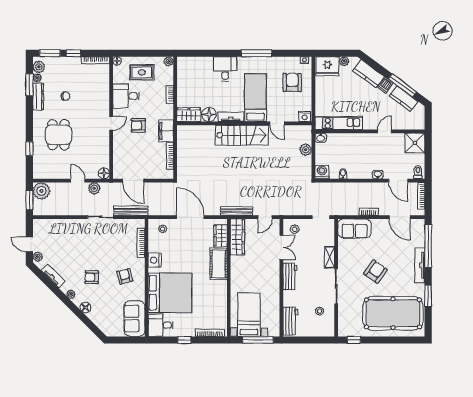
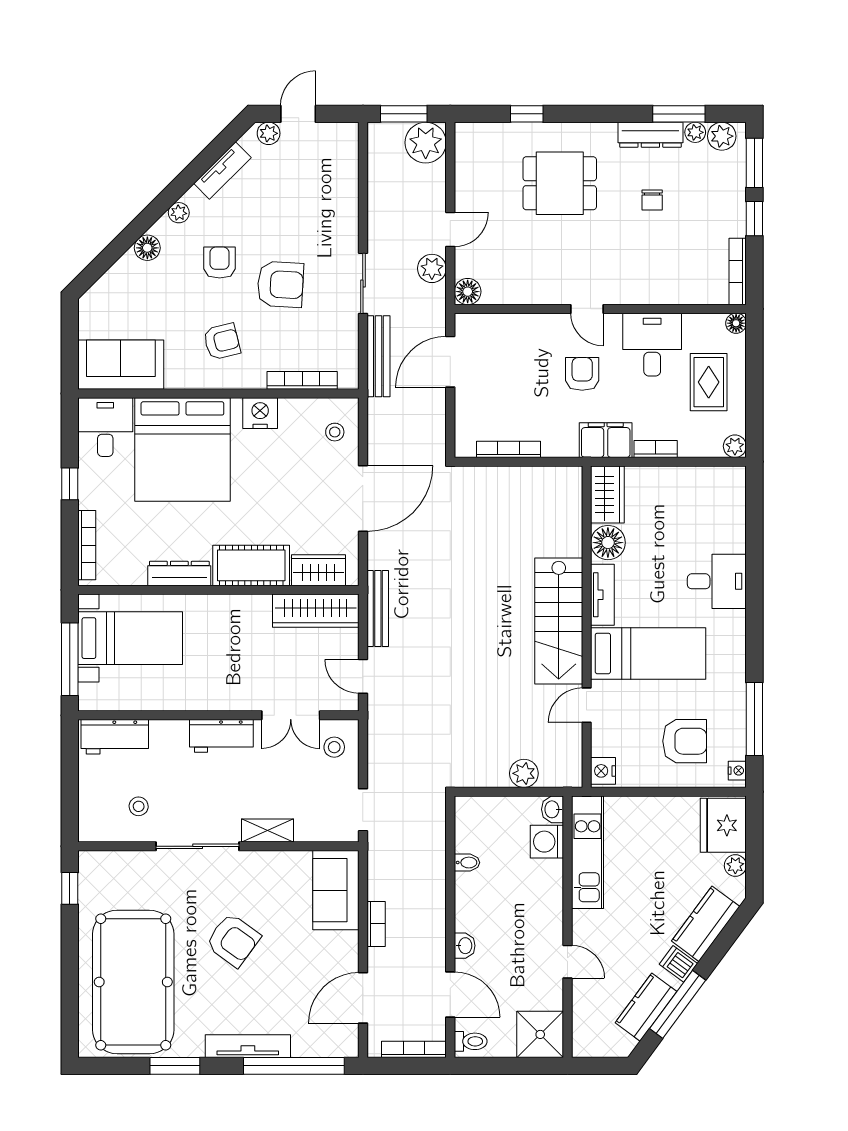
window: (257, 53) -> (754, 719), moved
filing cabinet: (166, 131) -> (606, 440), moved
washing machine: (322, 172) -> (547, 842), moved, turned 180
door: (398, 181) -> (450, 995), swing flipped
armchair: (101, 252) -> (280, 284), added
dresser: (222, 294) -> (179, 573), added

